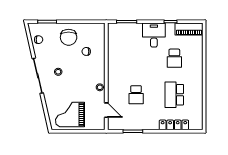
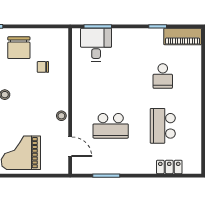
desk: (154, 35) -> (96, 45), moved
school desk: (136, 95) -> (111, 126), width x1.85
locker: (174, 125) -> (169, 167), width x0.66

